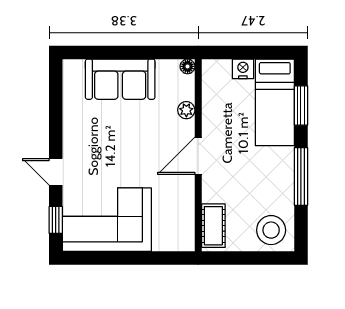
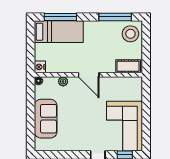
nightstand: (243, 69) -> (40, 67), moved
window: (301, 105) -> (60, 17), width x1.44
window: (301, 176) -> (115, 17), moved

